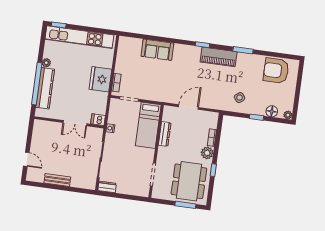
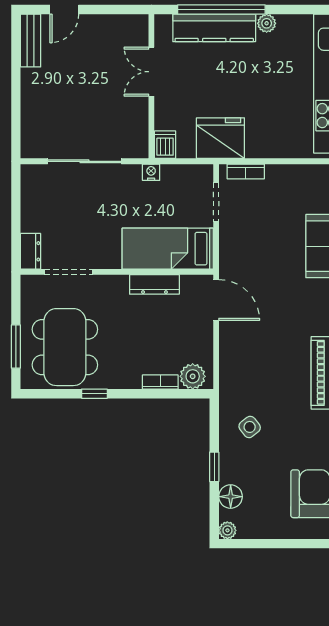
fridge: (100, 79) -> (220, 138), moved
door: (188, 107) -> (216, 300), moved
double door: (75, 123) -> (151, 72), moved
plant: (207, 153) -> (193, 376), moved
bench: (57, 180) -> (31, 41), moved
dining table: (189, 181) -> (65, 347), turned 90
dresser: (107, 187) -> (31, 251), moved

